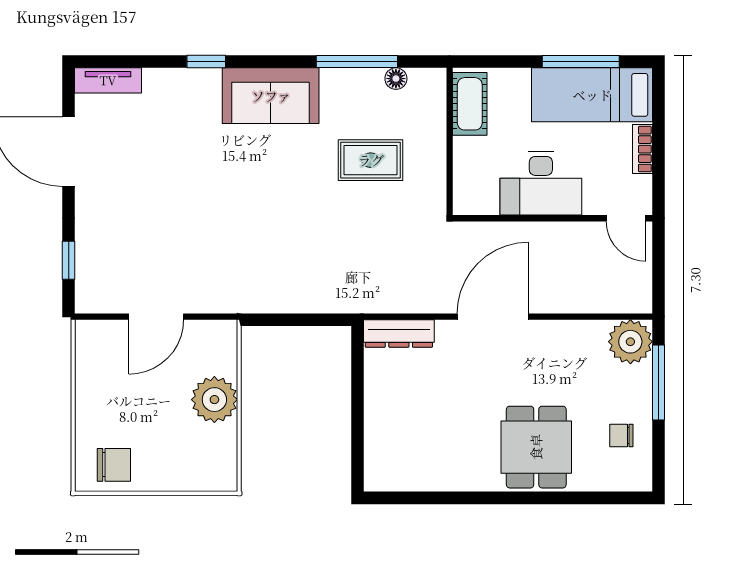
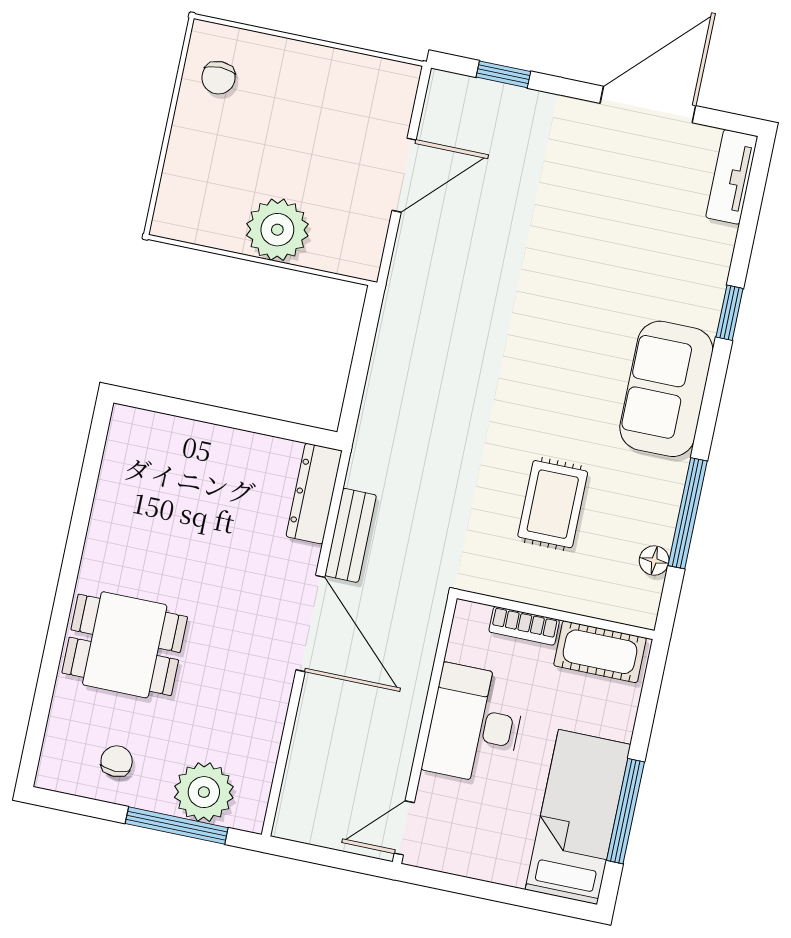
bookcase: (643, 149) -> (524, 626), moved, turned 180
bench: (423, 301) -> (351, 535), added
door: (156, 317) -> (404, 175), swing flipped
plant: (630, 342) -> (204, 792), moved
chair: (114, 465) -> (218, 78), width x0.73, depth x0.73

